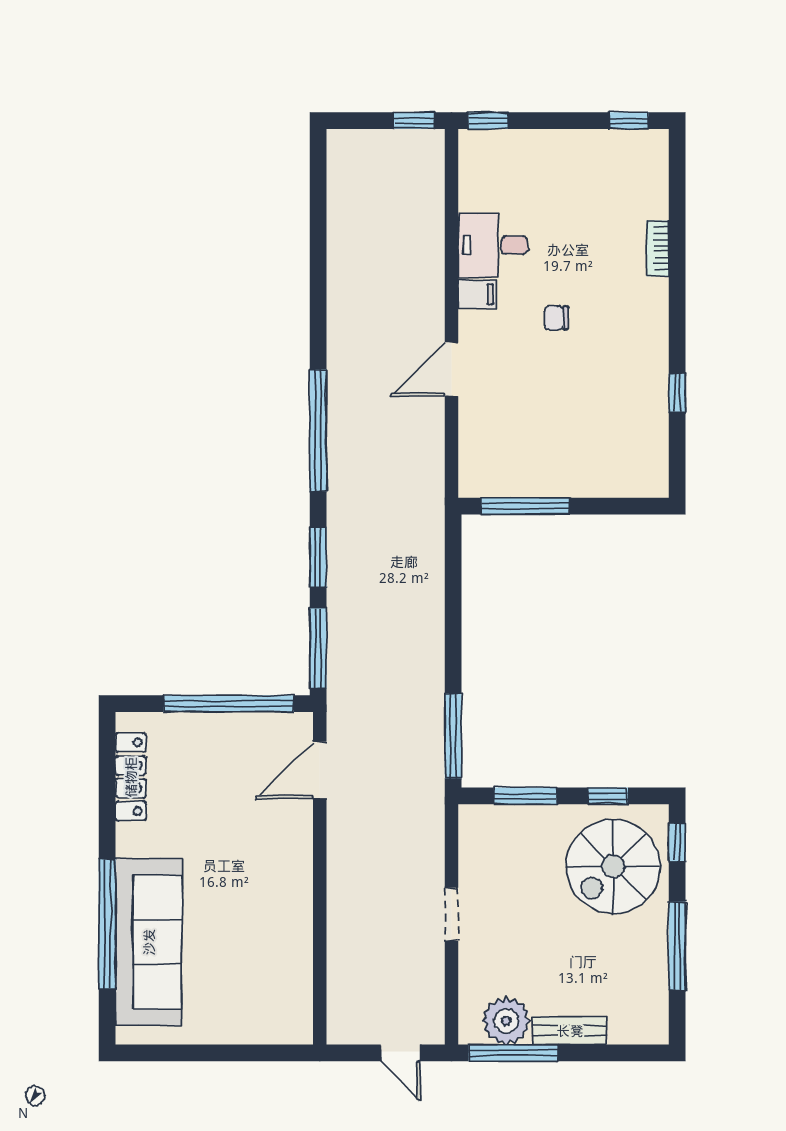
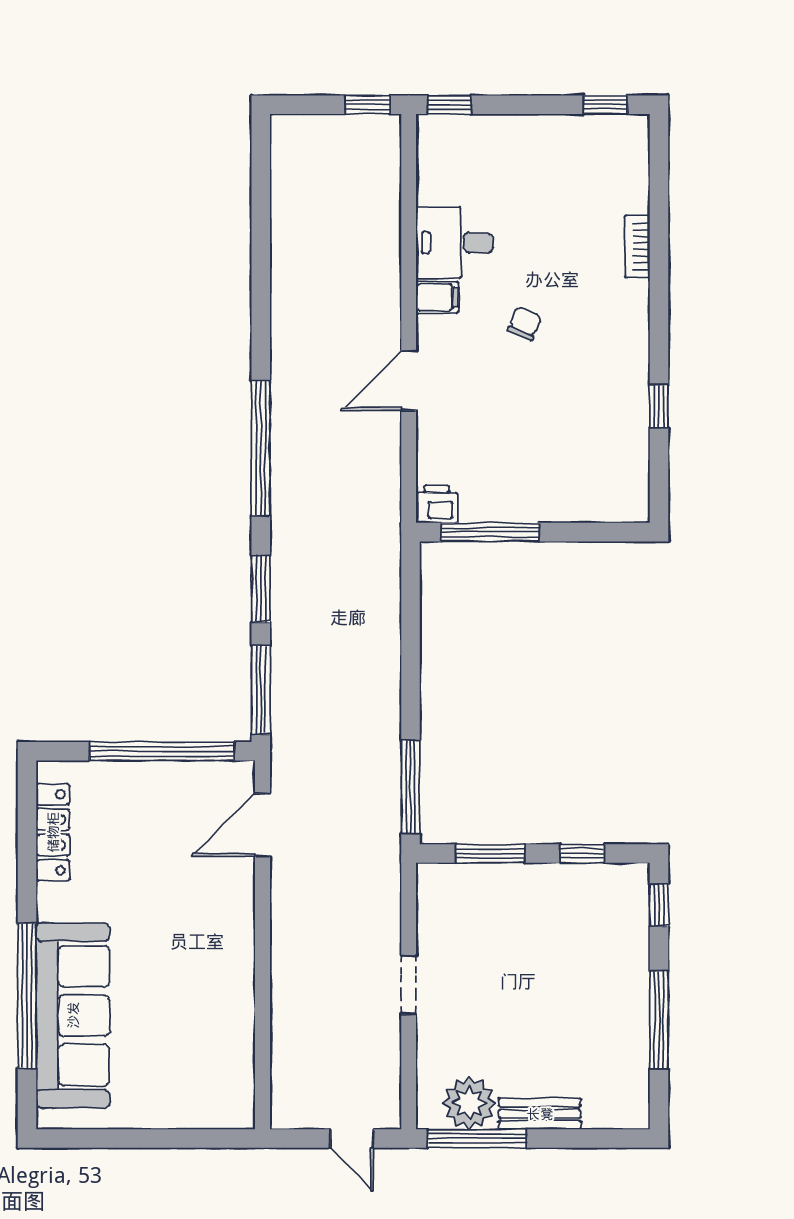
chair: (556, 318) -> (525, 323), turned 113
printer: (477, 481) -> (437, 504), added
spiral stairs: (613, 866) -> (588, 932), removed

